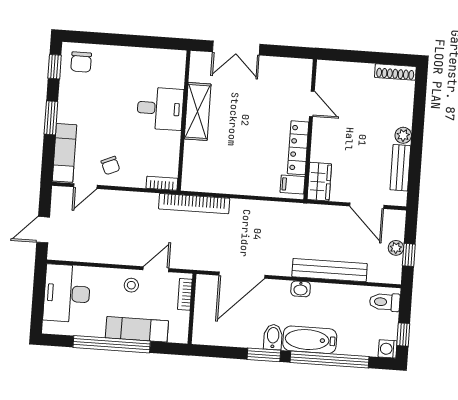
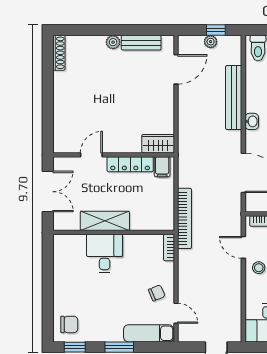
door: (312, 104) -> (91, 155), moved
wall: (310, 129) -> (114, 155), moved
locker: (298, 148) -> (130, 164), moved
wardrobe: (319, 182) -> (158, 144), moved
filing cabinet: (292, 184) -> (162, 167), moved

